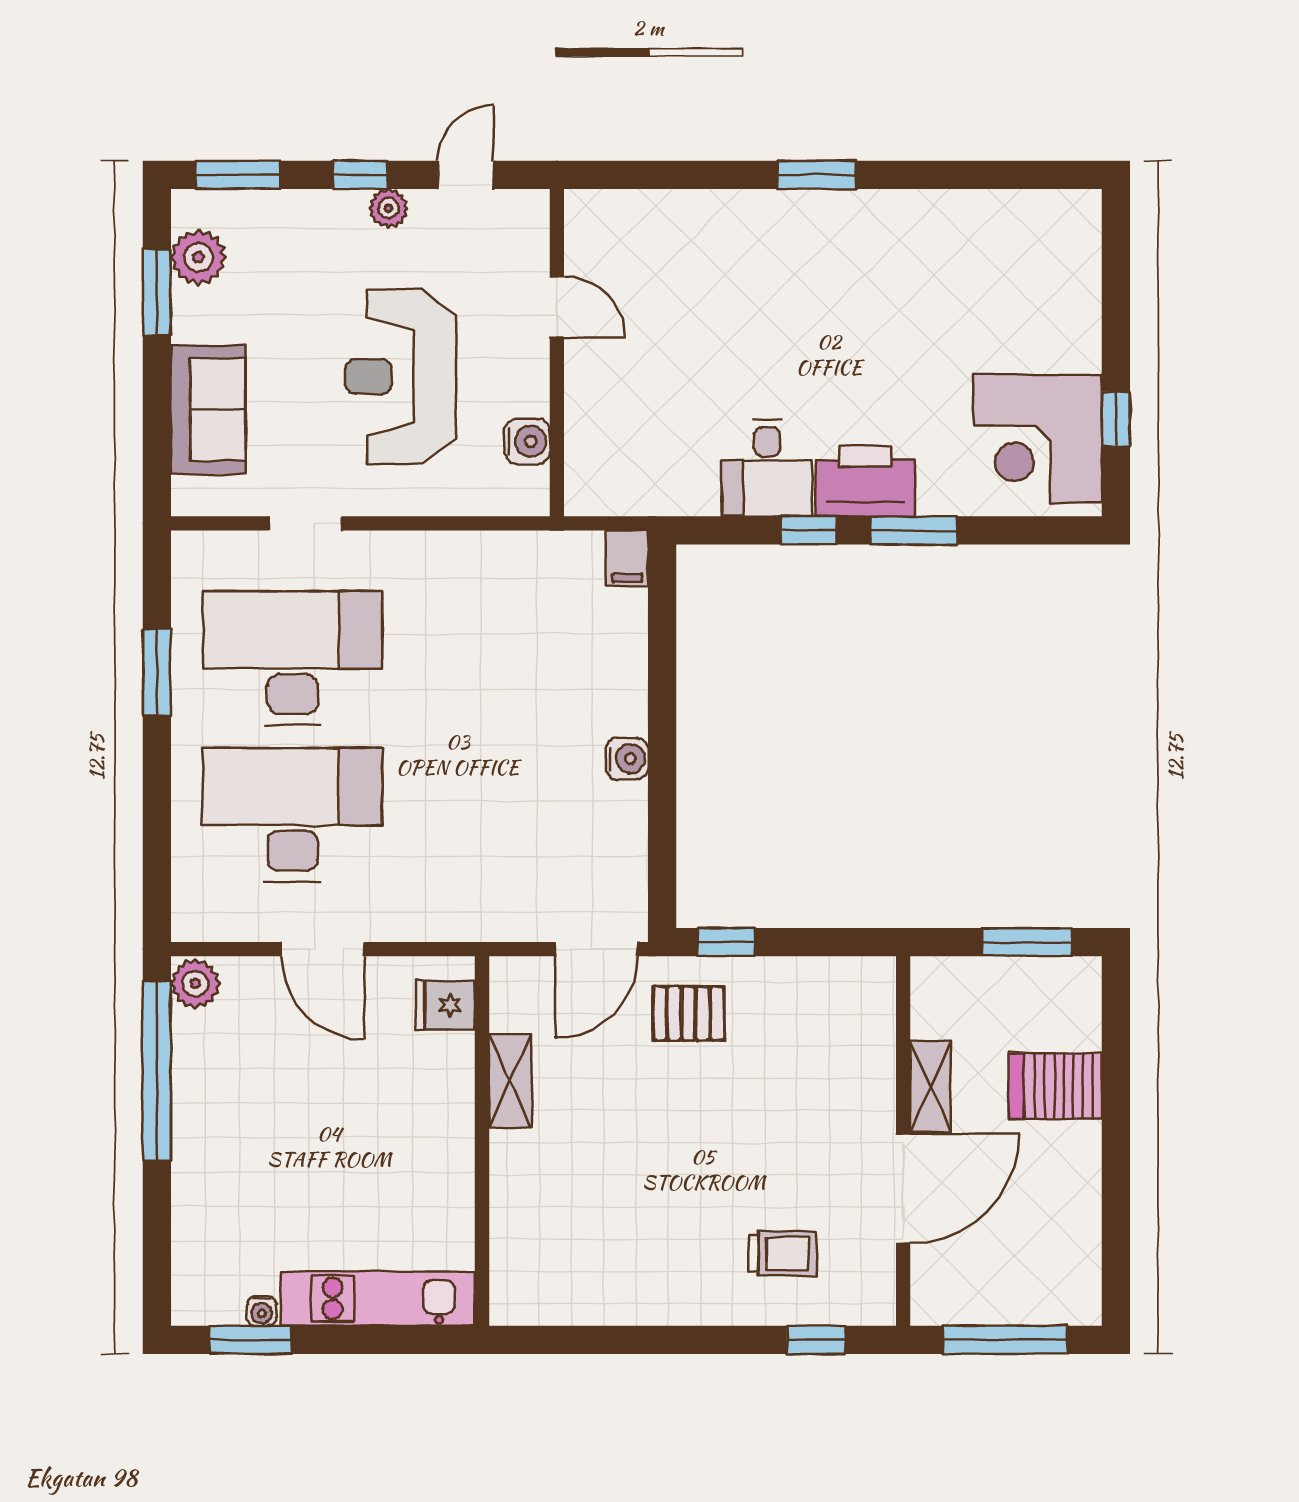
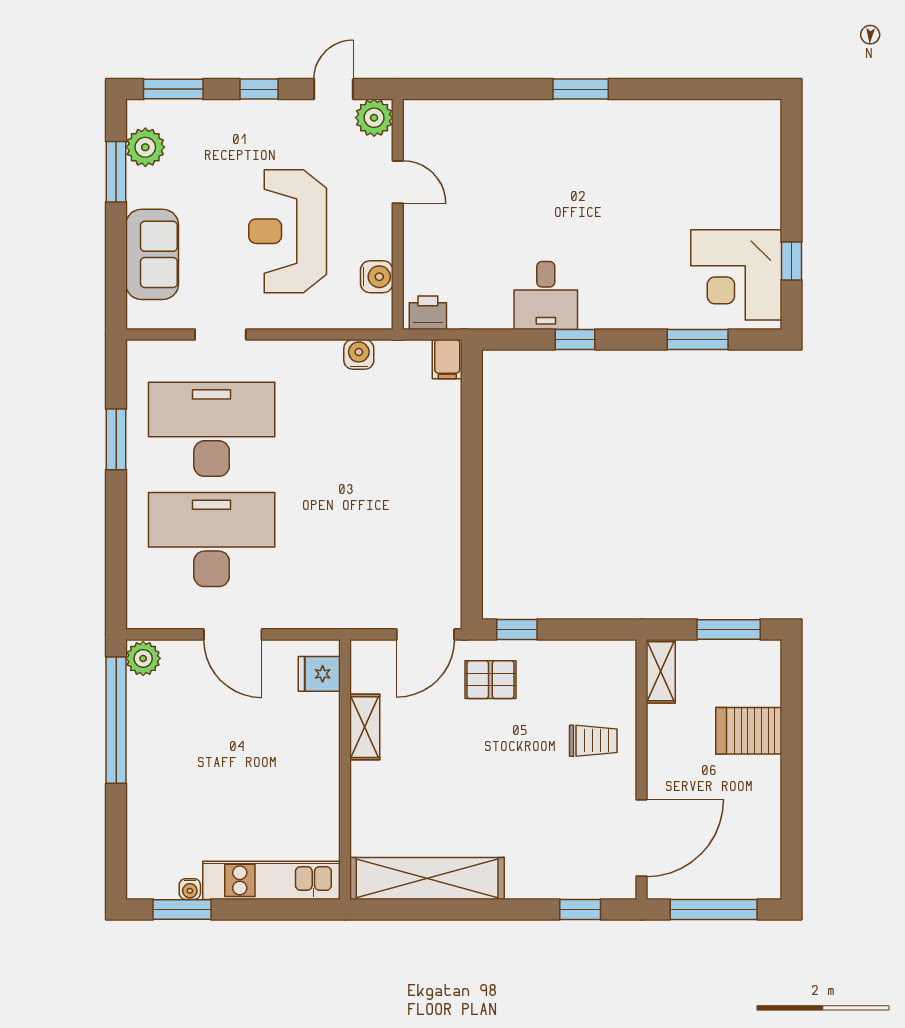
plant: (388, 208) -> (374, 118), moved, width x1.38, depth x1.38
printer: (865, 481) -> (428, 313), moved, width x0.53, depth x0.68
window: (914, 530) -> (698, 339), moved
water cooler: (627, 759) -> (359, 354), moved, turned -90
shelving: (930, 1087) -> (661, 671), moved
door: (903, 1188) -> (642, 838), moved
trolley: (783, 1253) -> (593, 741), moved
shelving: (599, 1296) -> (427, 879), added

